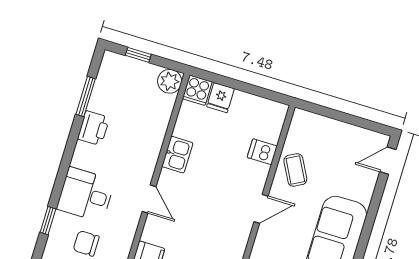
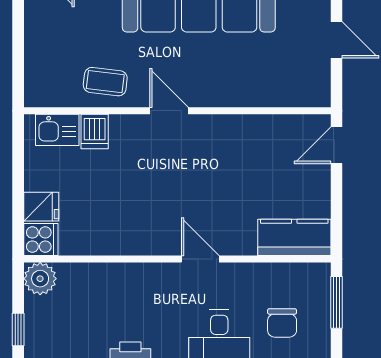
kitchen sink: (177, 155) -> (57, 130), moved, turned 180
coffee table: (295, 170) -> (105, 82), turned 35
door: (149, 199) -> (200, 259), hinge flipped

